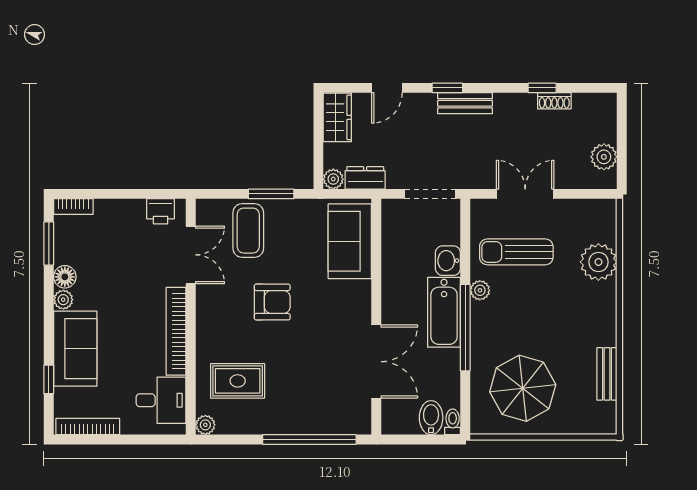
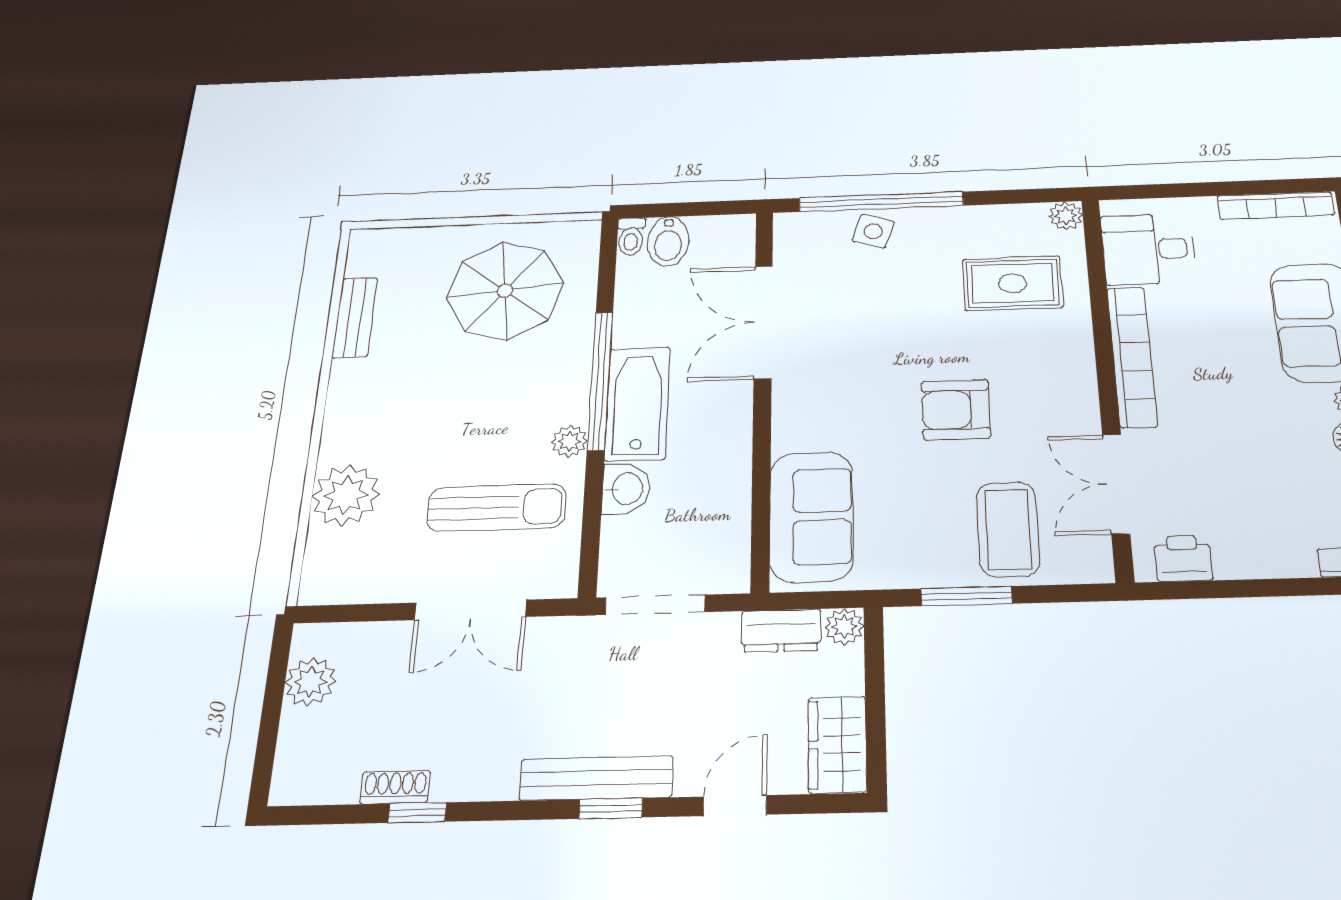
bench: (465, 103) -> (596, 778), width x1.36
side table: (314, 419) -> (873, 231), added

